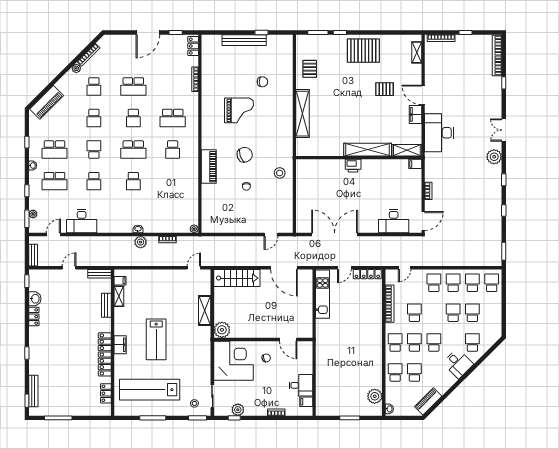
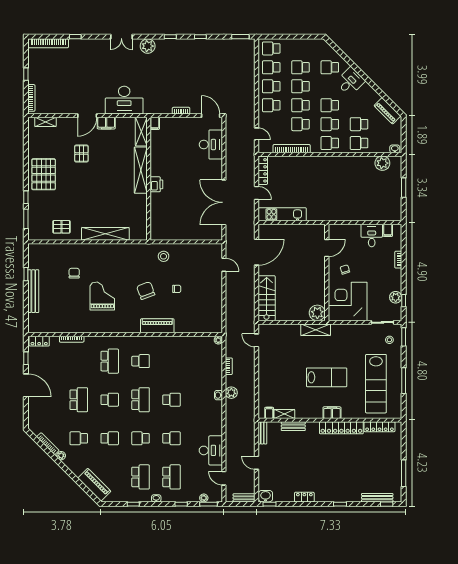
school desk: (94, 86) -> (79, 438), turned 180
washbasin: (35, 299) -> (265, 496), moved
shelving: (205, 311) -> (316, 330), moved
school desk: (434, 313) -> (300, 105), added
locker: (106, 393) -> (379, 427), width x1.53

